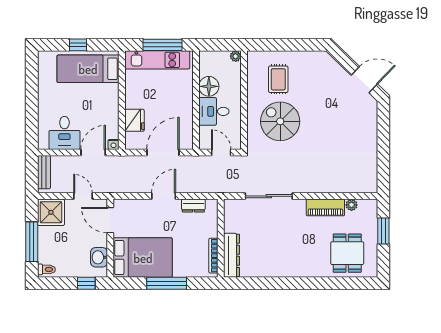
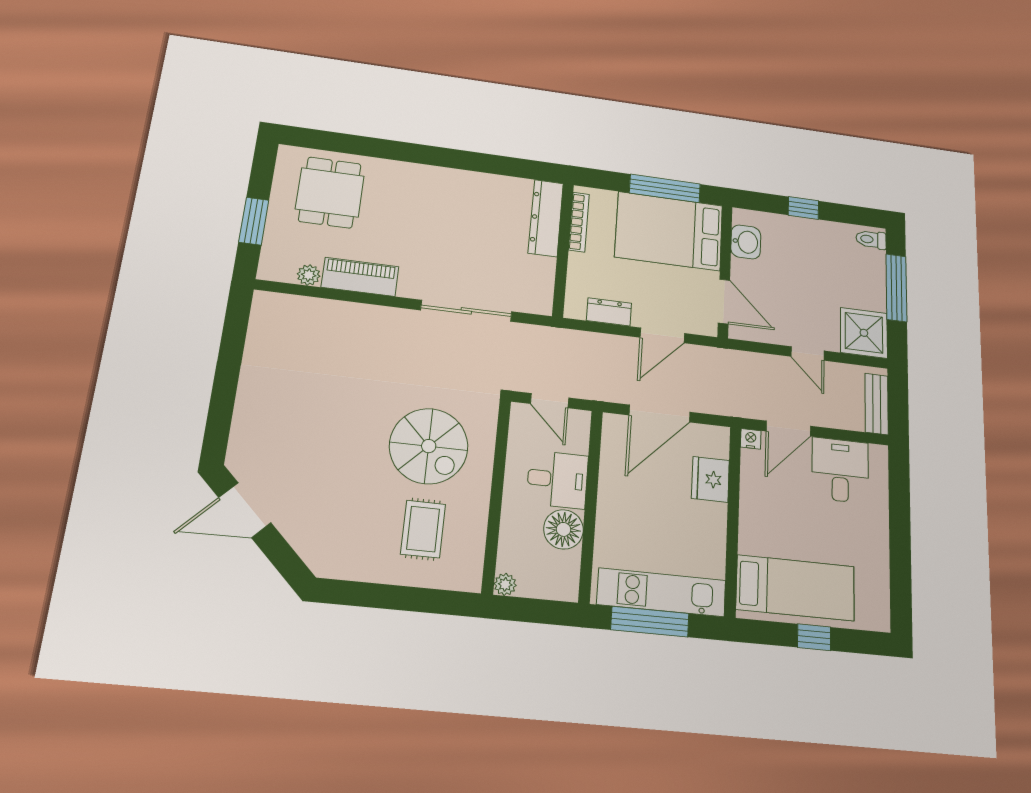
door: (110, 220) -> (724, 301), moved
wall: (110, 238) -> (725, 271), moved
washbasin: (99, 257) -> (746, 242), moved
bed: (143, 258) -> (669, 231), moved

